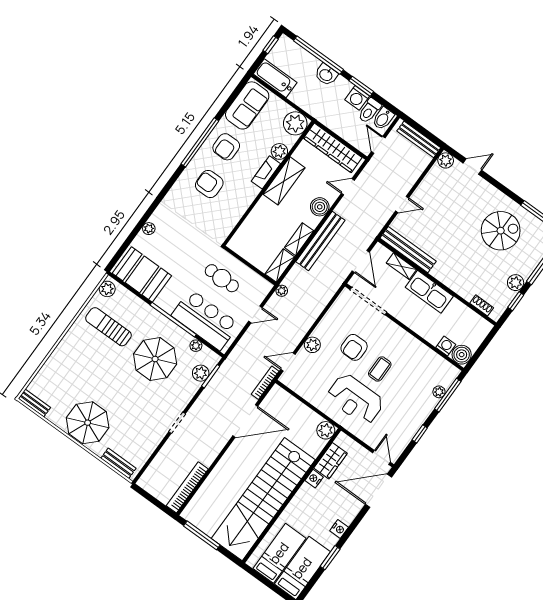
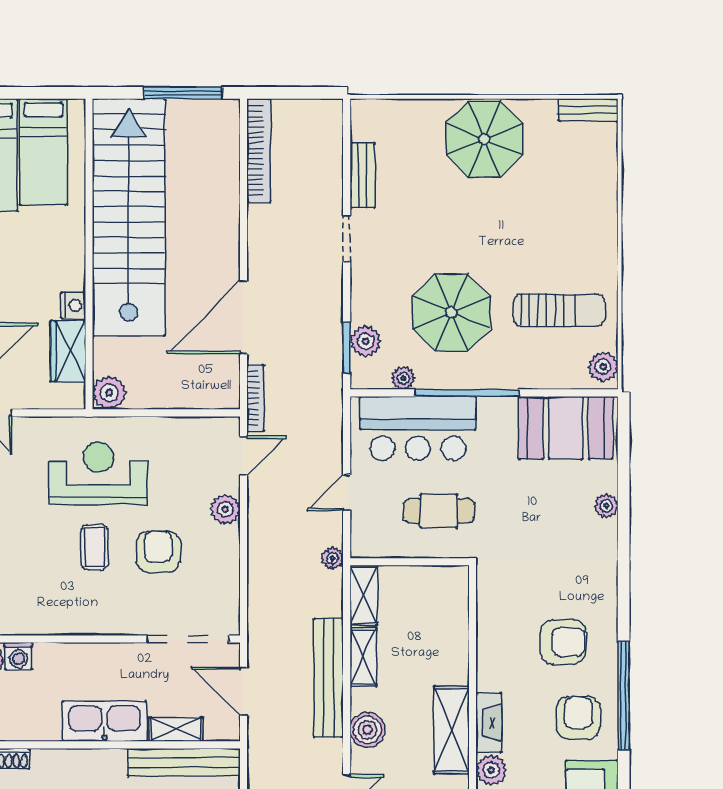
bench: (118, 463) -> (362, 175), moved, turned 90

